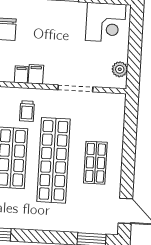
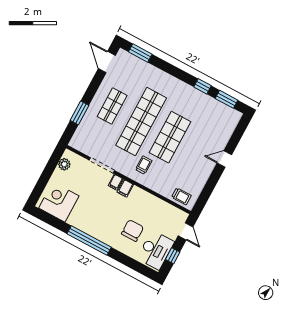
filing cabinet: (21, 74) -> (116, 182), moved
window: (130, 137) -> (80, 113), added

